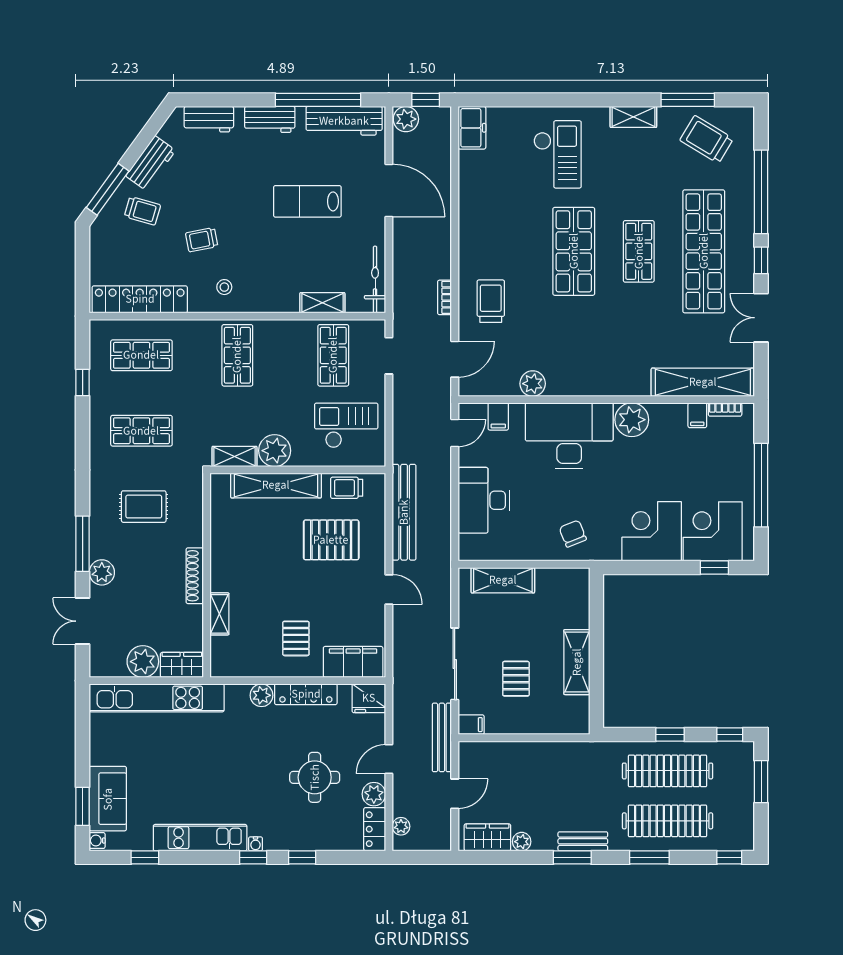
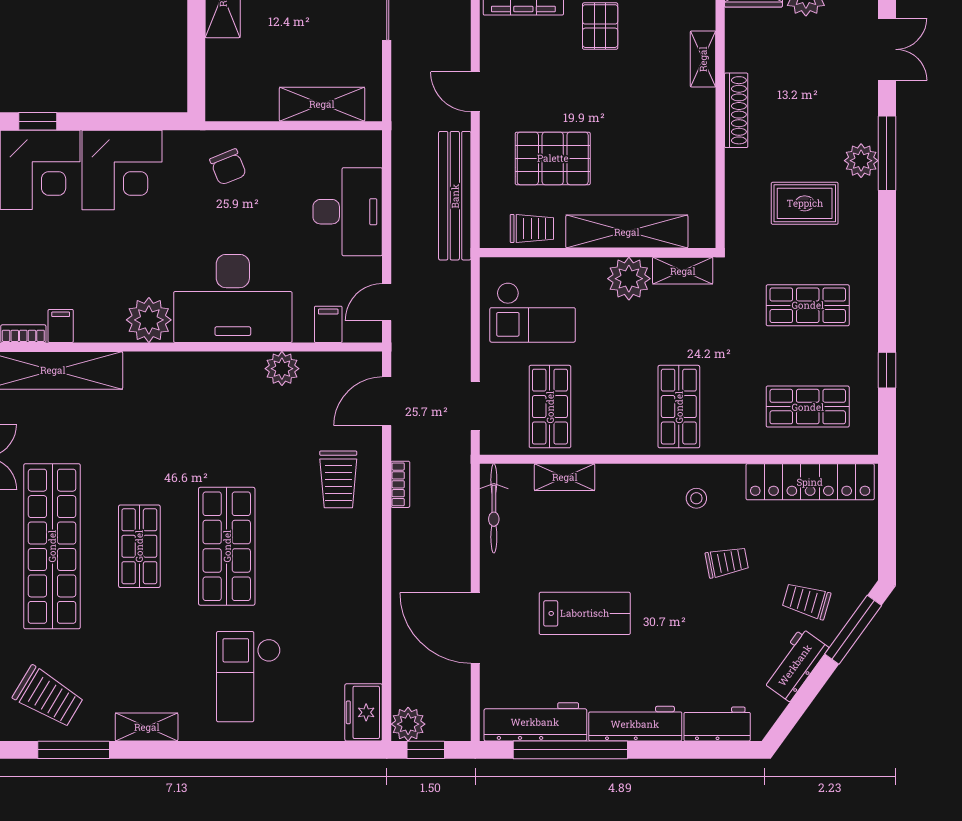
workbench: (270, 119) -> (635, 724), width x1.38
plant: (406, 119) -> (408, 724), moved
plant: (102, 572) -> (861, 161), moved

